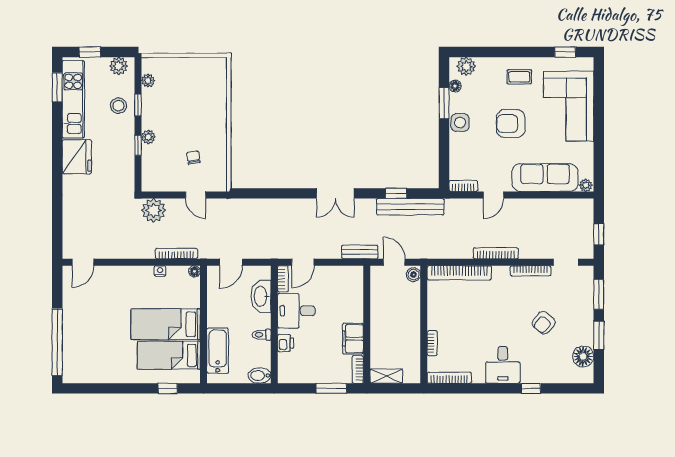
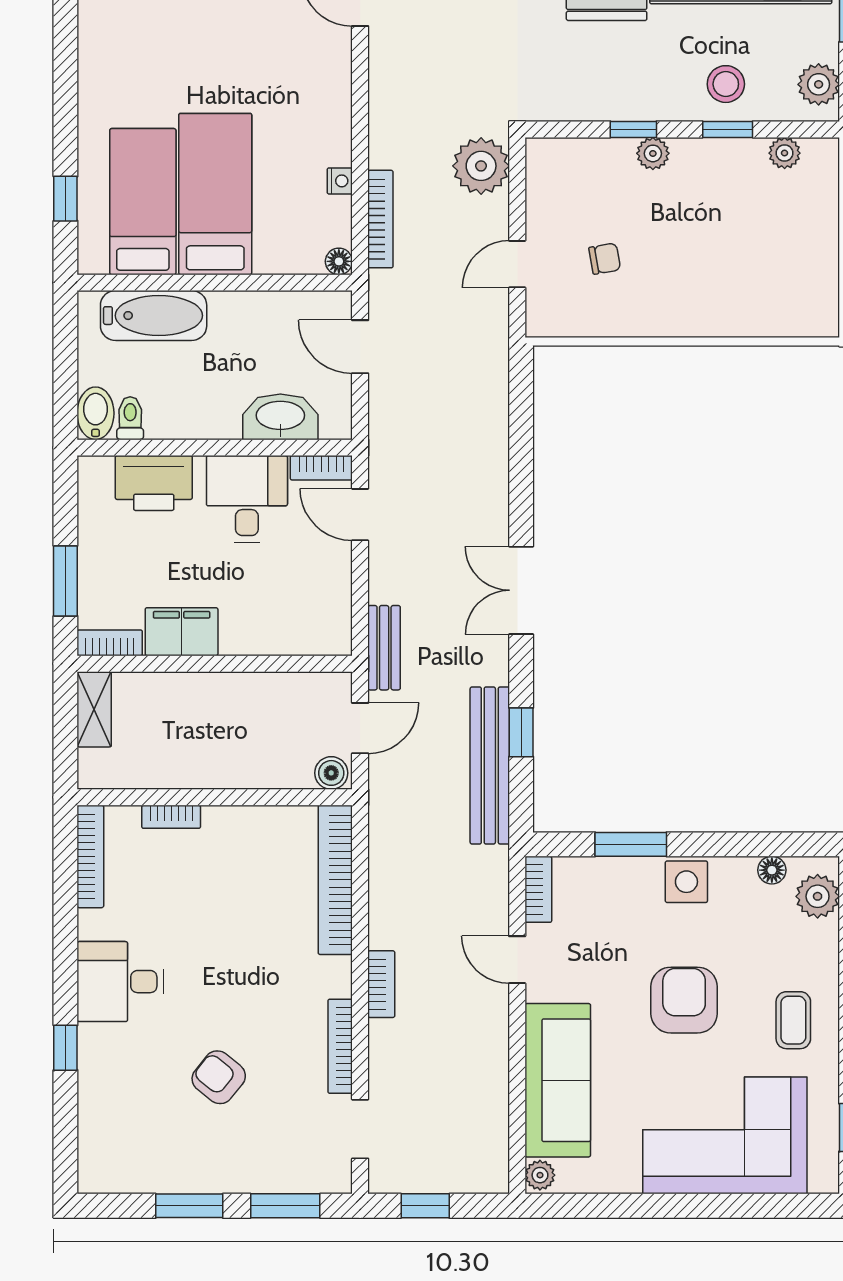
window: (444, 103) -> (631, 844), moved
bookcase: (496, 253) -> (381, 984), width x0.64
toilet: (262, 335) -> (130, 418), moved
printer: (286, 343) -> (154, 483), width x1.87, depth x1.48
floor lamp: (583, 356) -> (140, 1169), removed

